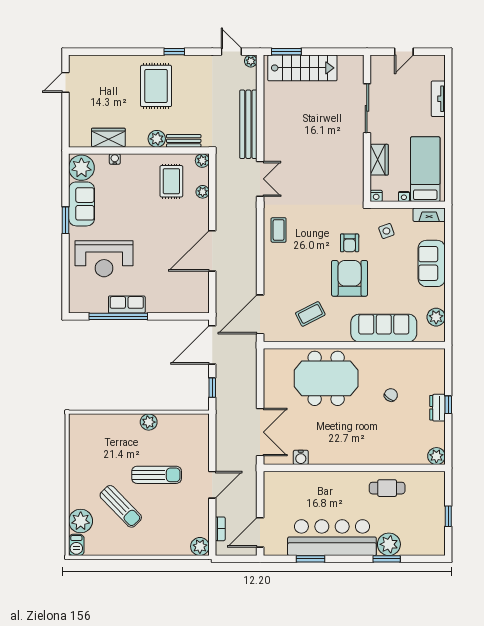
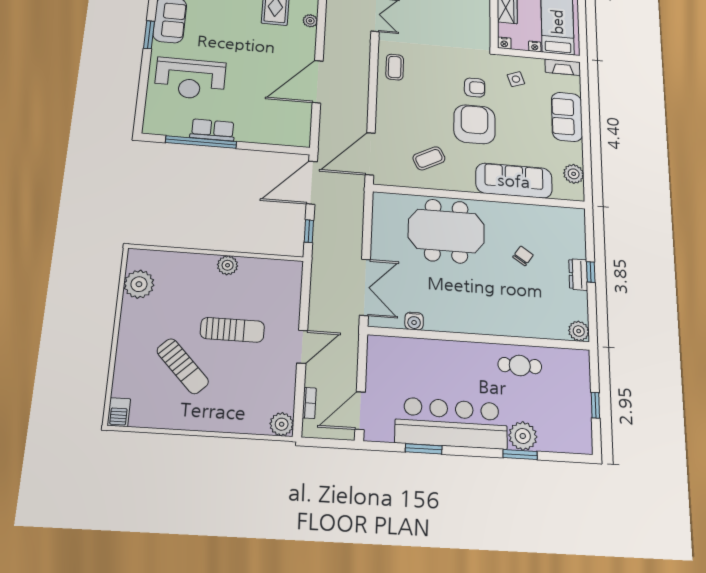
armchair: (350, 243) -> (475, 88), turned -90
plant: (81, 521) -> (139, 284), moved

